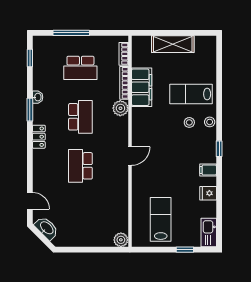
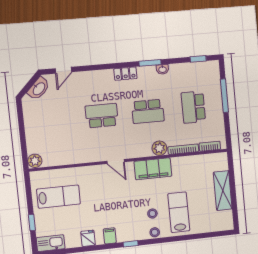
filing cabinet: (142, 87) -> (153, 169), moved

